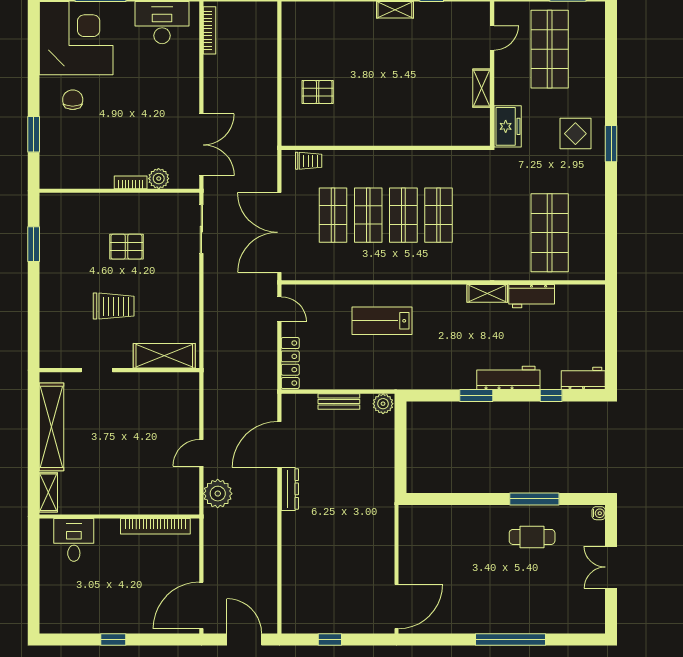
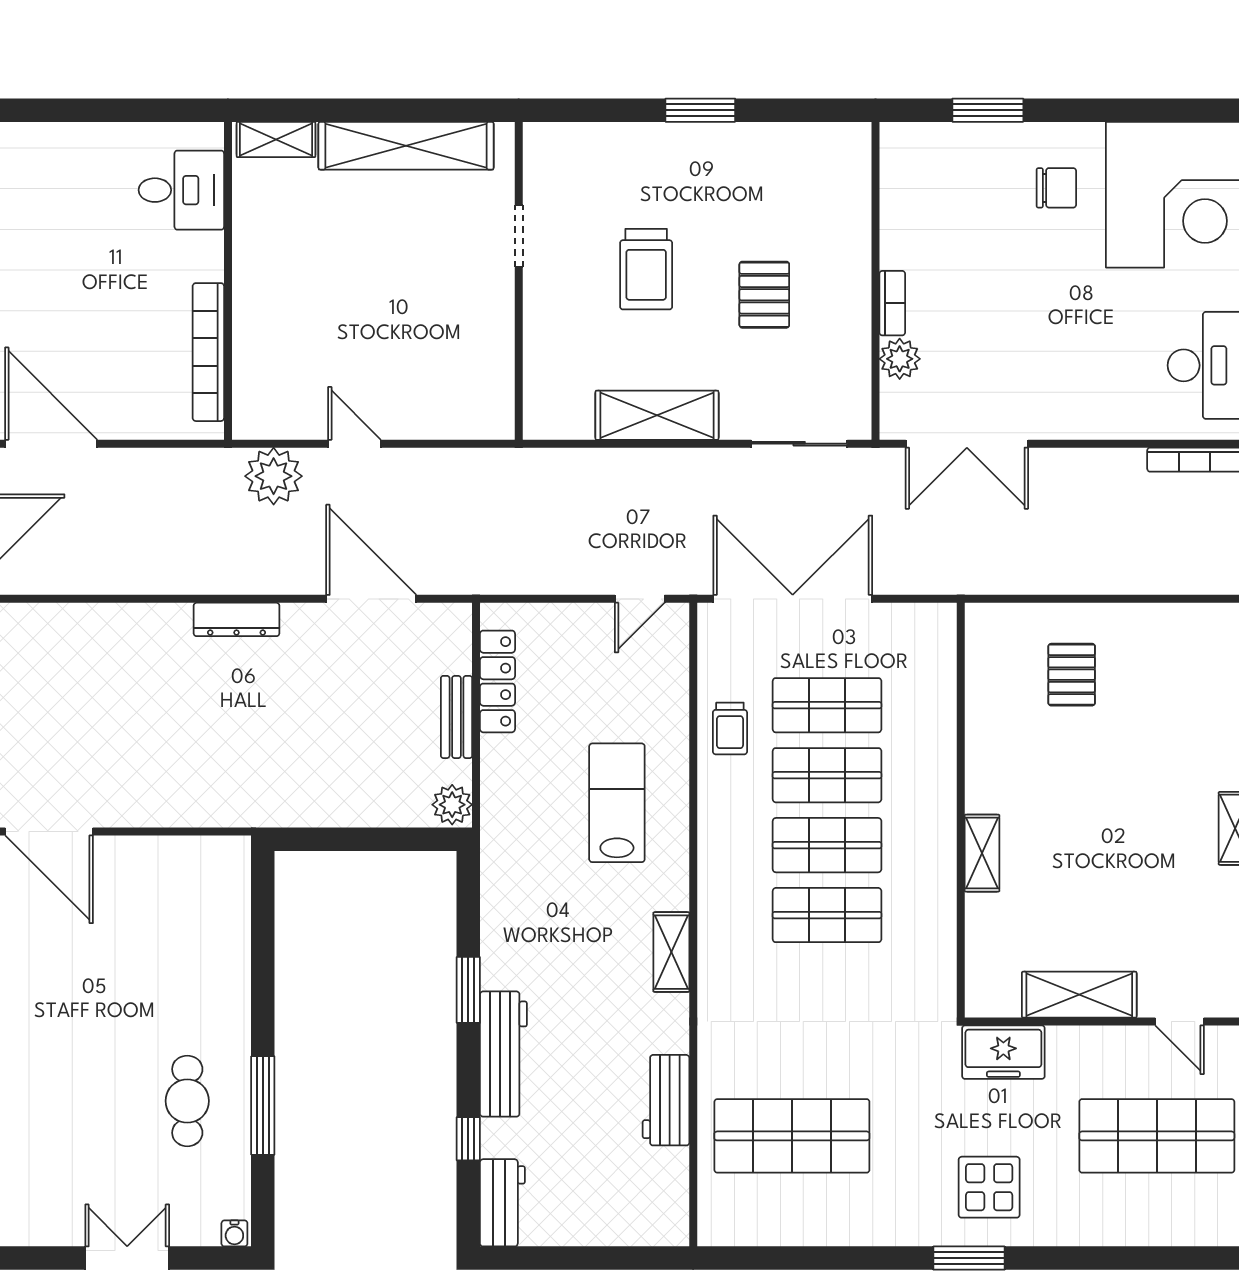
shelving: (481, 88) -> (1079, 995), width x1.50, depth x1.33
shelving: (407, 137) -> (982, 853), added
trolley: (309, 161) -> (730, 728), moved
window: (34, 244) -> (700, 110), moved
shelving: (487, 293) -> (671, 952), moved
shelving: (164, 356) -> (657, 415), moved, turned 90
locker: (290, 363) -> (497, 681), moved, turned -90
dresser: (290, 489) -> (237, 619), moved

